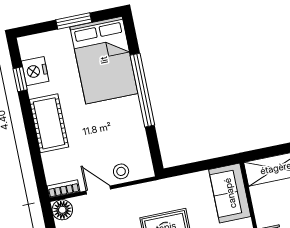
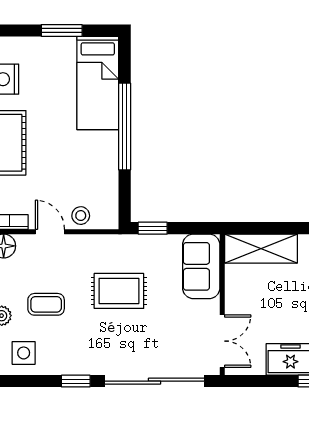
bed: (104, 60) -> (98, 83), width x0.67
window: (183, 170) -> (153, 228), added

